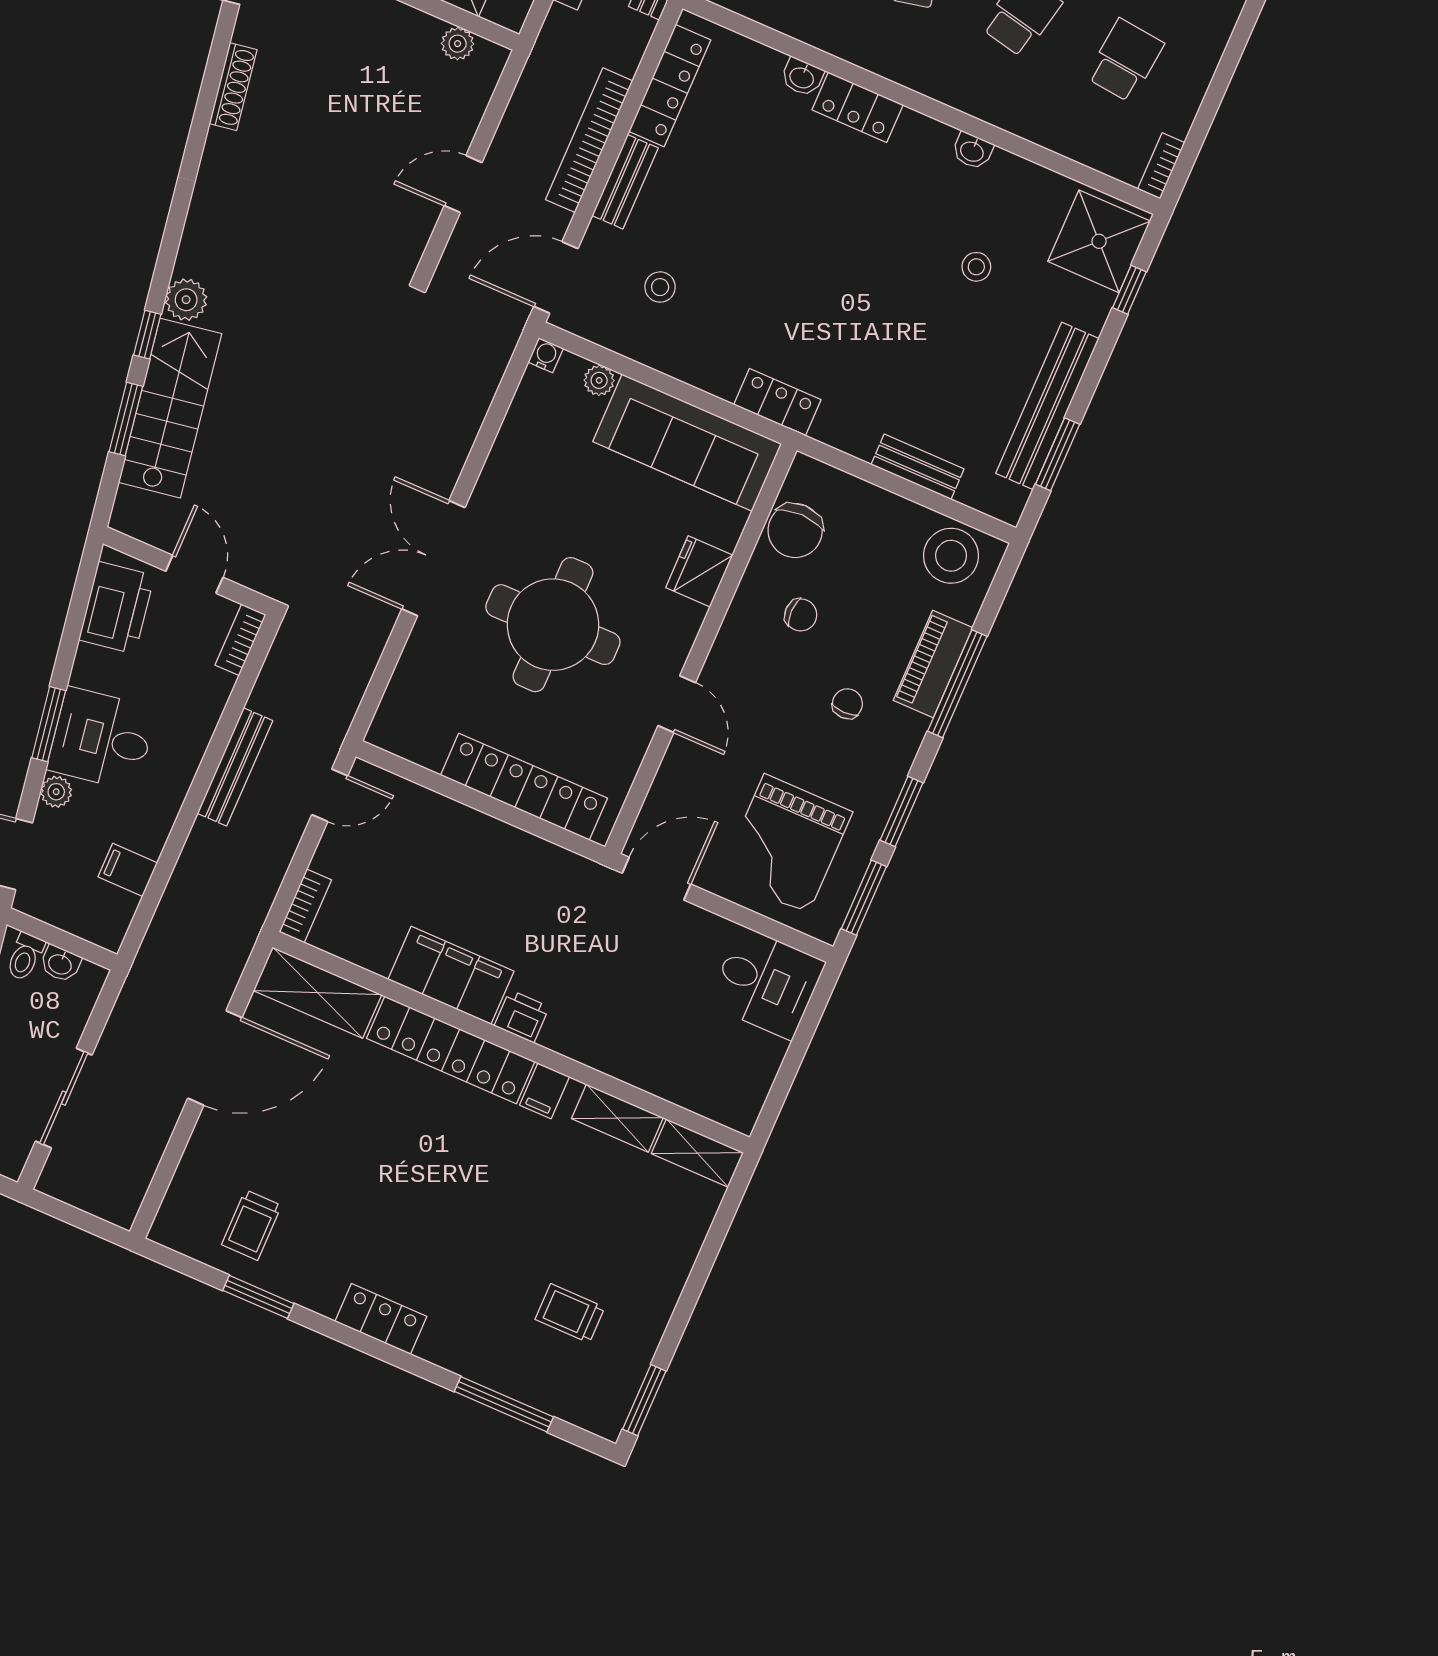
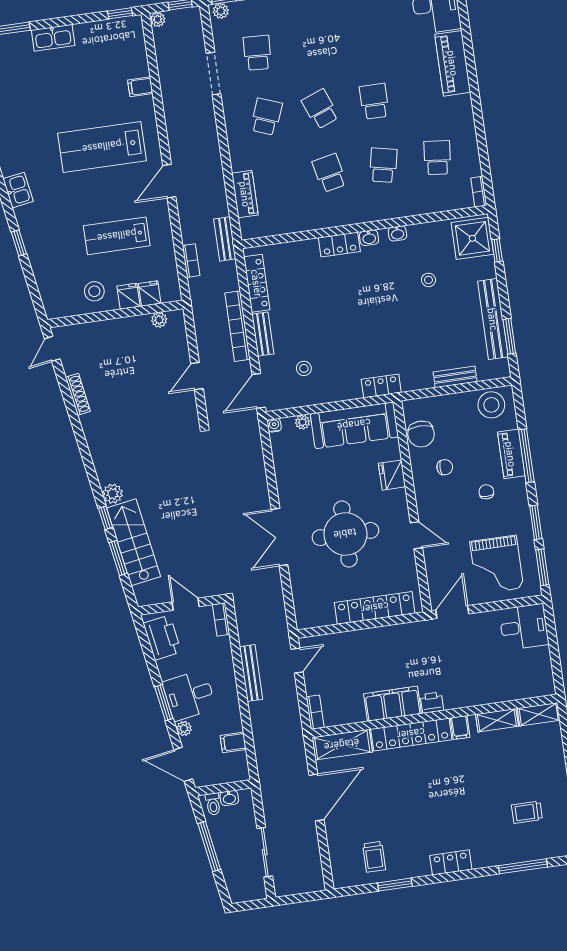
washbasin: (802, 77) -> (369, 238), moved

